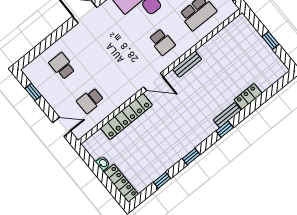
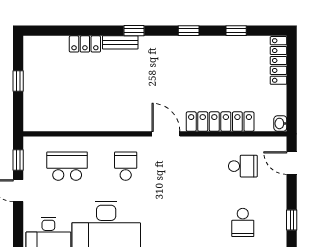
bench: (187, 64) -> (119, 124), removed
washbasin: (103, 163) -> (280, 123), moved

